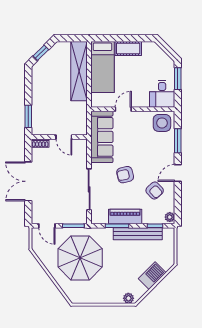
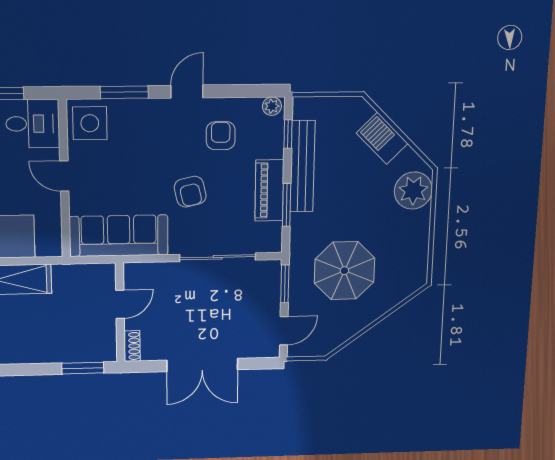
door: (123, 109) -> (64, 176), moved
door: (178, 173) -> (187, 92), swing flipped
armchair: (155, 191) -> (221, 136), turned -47
parasol: (80, 258) -> (344, 271), width x0.73, depth x0.73
plant: (128, 298) -> (413, 191), width x1.88, depth x1.88

